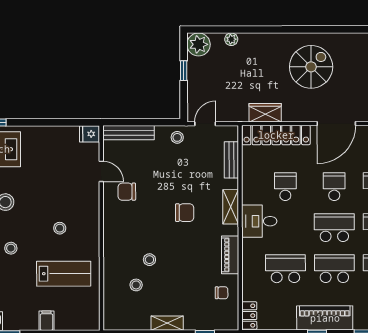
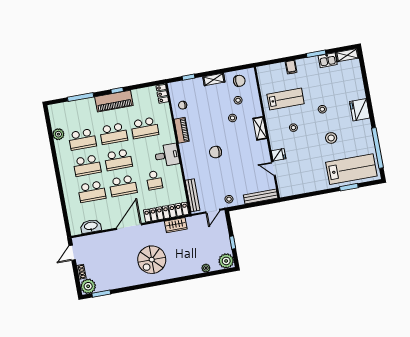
fridge: (90, 134) -> (279, 155), moved
bench: (231, 160) -> (193, 195), width x1.36
school desk: (334, 187) -> (123, 186), width x1.85
chair: (127, 192) -> (239, 81), moved
shelving: (231, 207) -> (260, 128), moved
lab bench: (64, 274) -> (286, 99), turned 180

